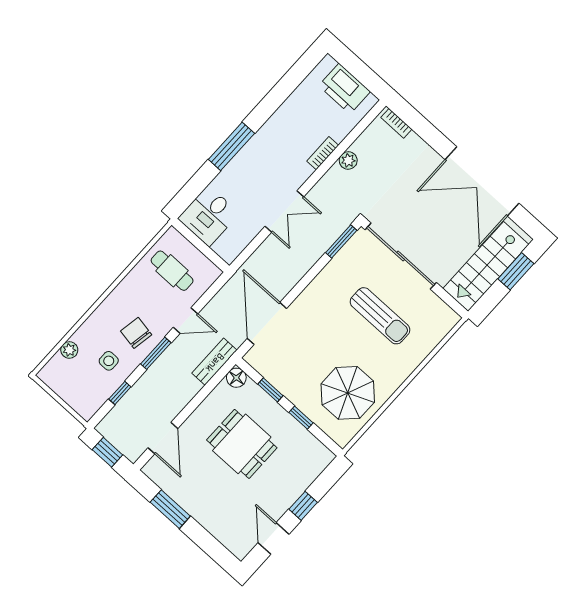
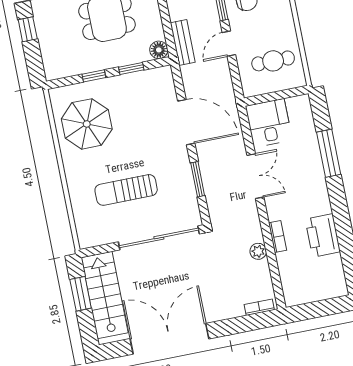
printer: (345, 89) -> (323, 235), moved, turned -90
window: (231, 146) -> (329, 153), moved
double door: (284, 212) -> (255, 176), swing flipped
desk: (209, 216) -> (269, 123), moved
window: (341, 241) -> (198, 179), moved
window: (516, 271) -> (81, 294), moved
door: (267, 323) -> (186, 122), moved

